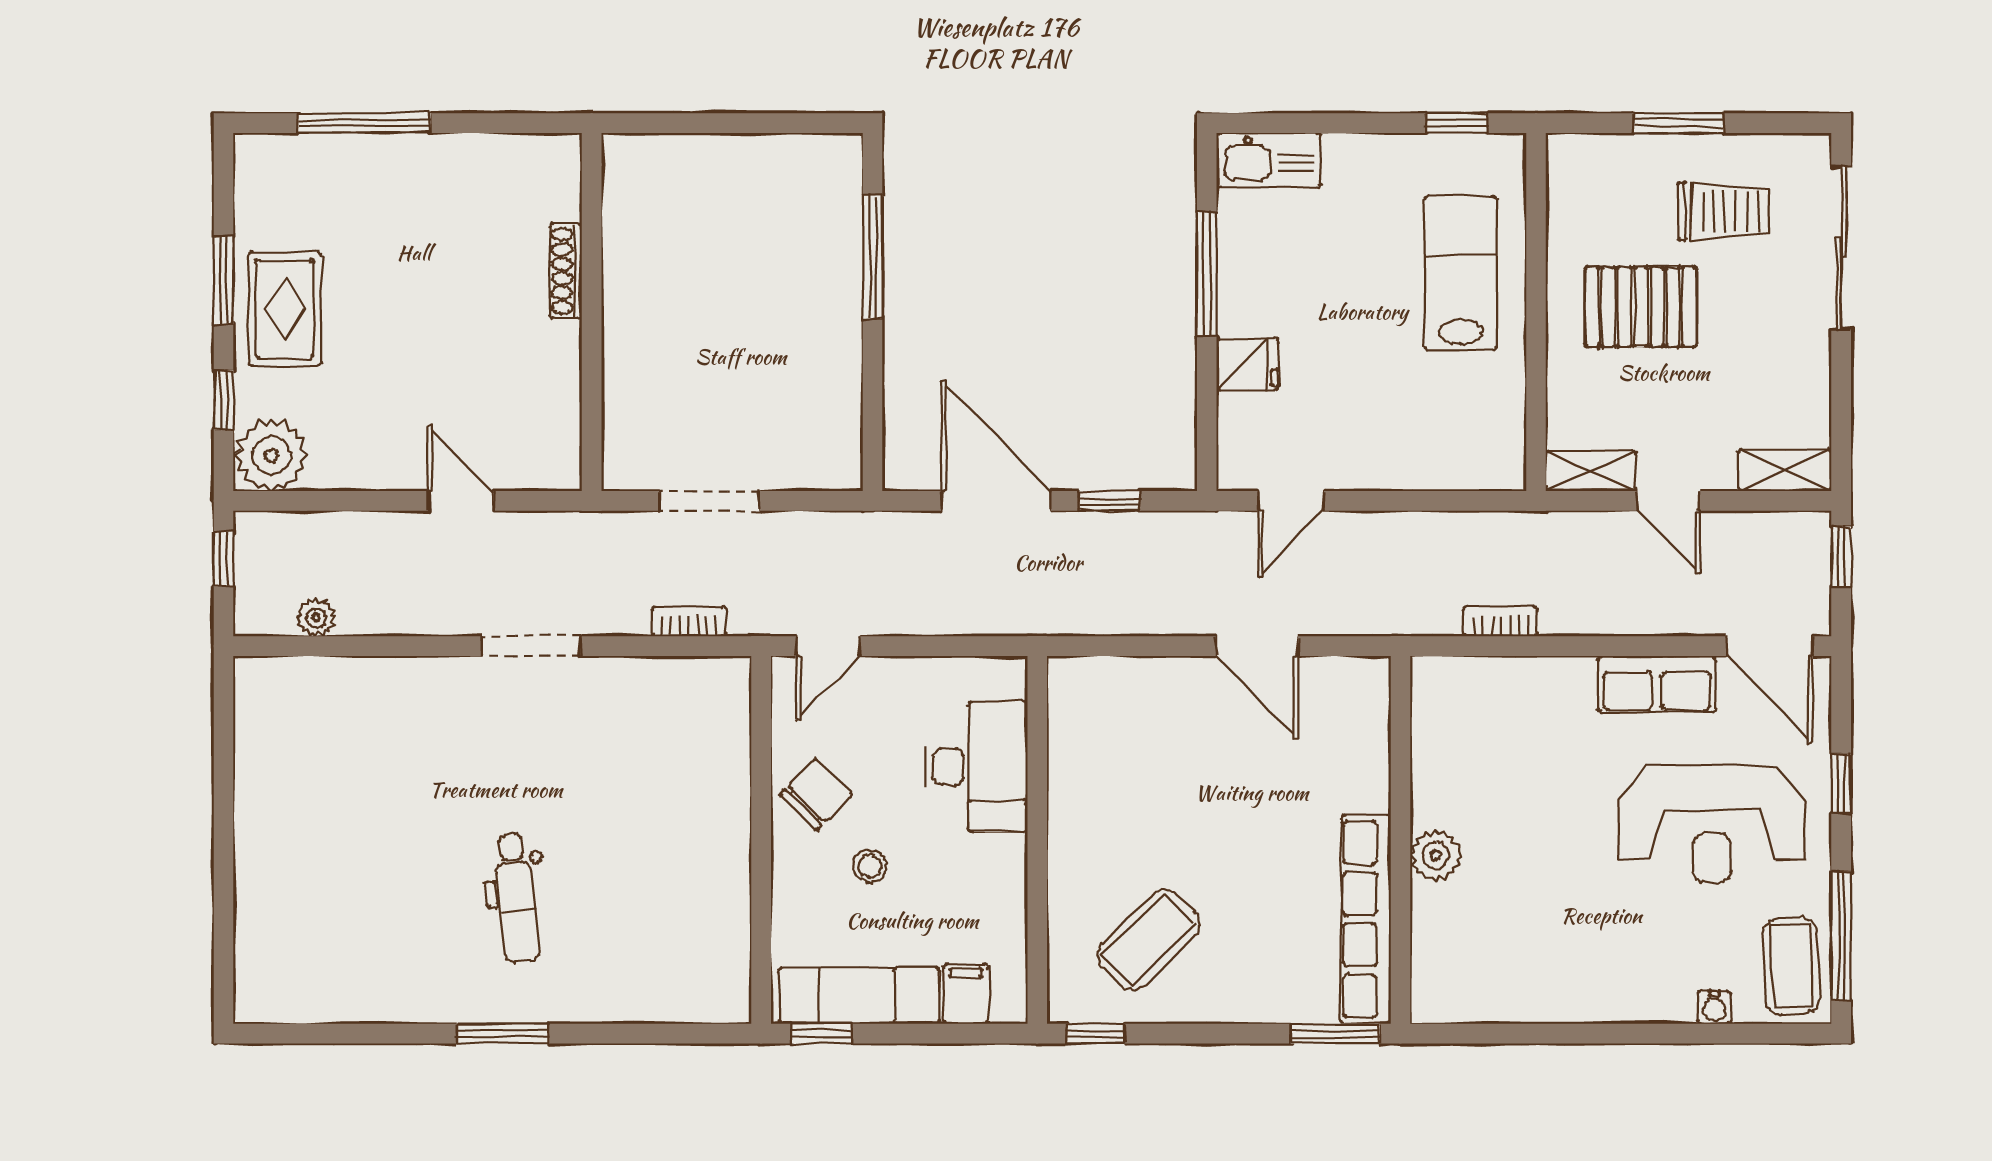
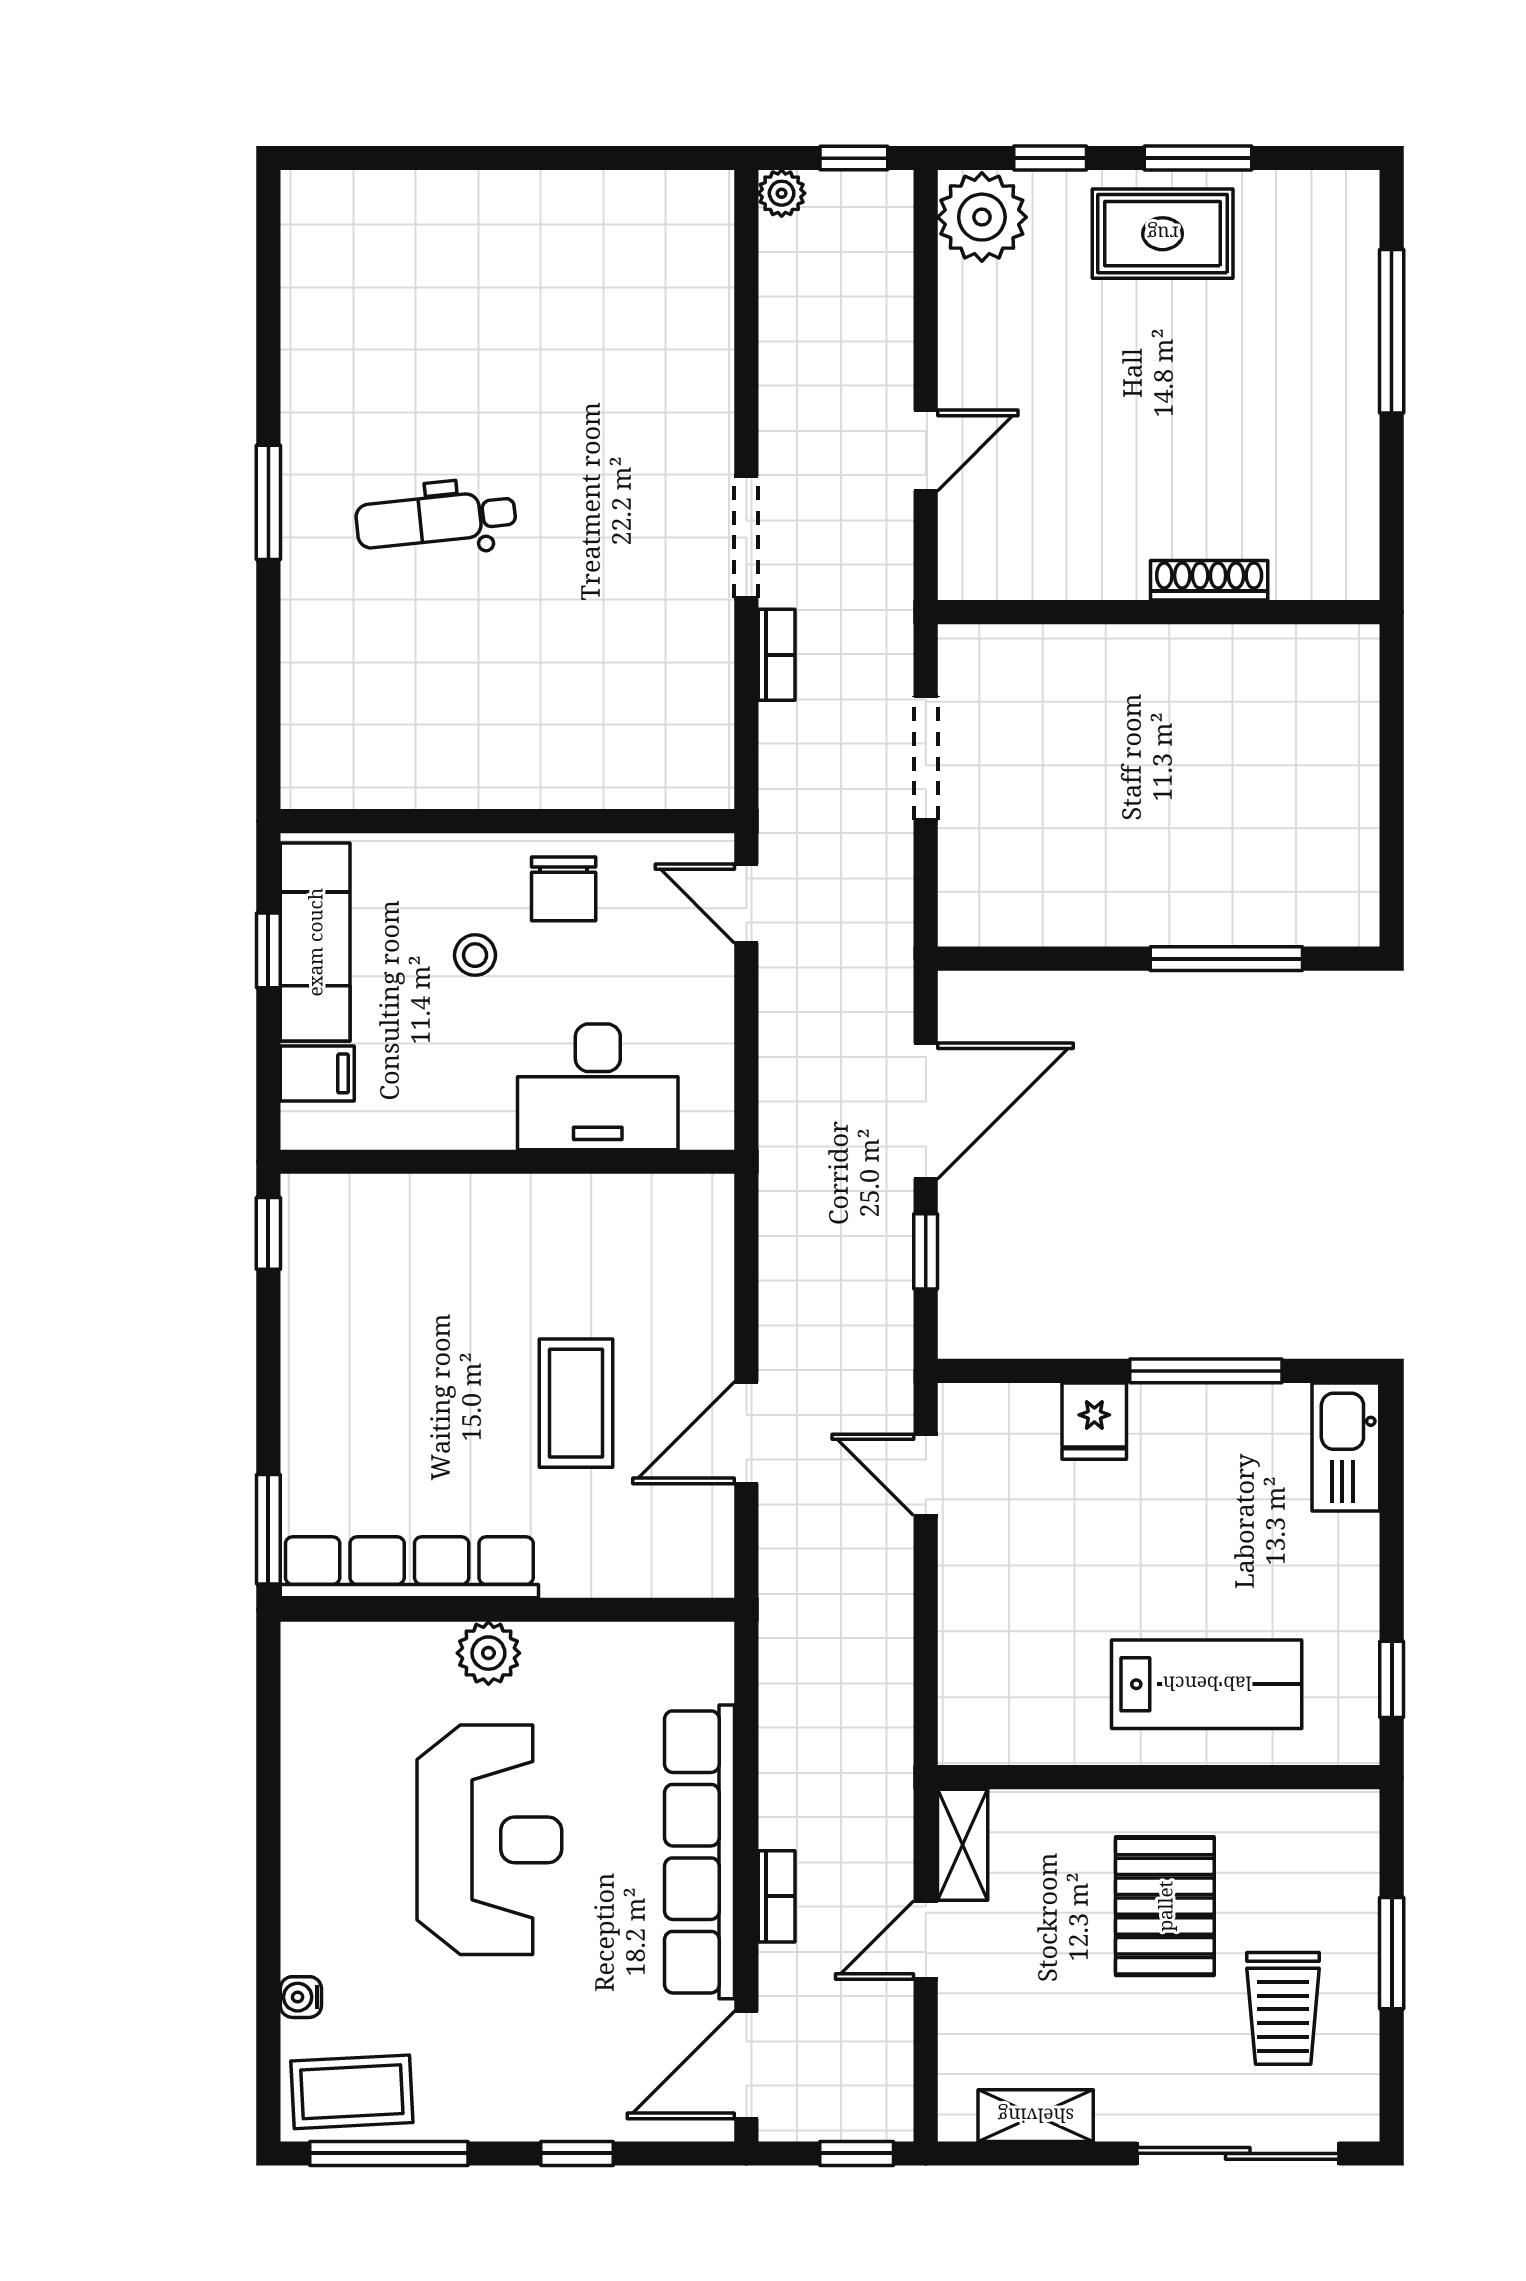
shelving: (1785, 470) -> (1036, 2116), moved, turned 90
plant: (316, 618) -> (782, 193), moved
bookcase: (689, 622) -> (777, 655), moved
bookcase: (1501, 622) -> (777, 1896), moved
row of seats: (1657, 684) -> (700, 1852), width x2.02
chair: (816, 794) -> (564, 889), turned 46
reception desk: (1712, 824) -> (489, 1840), moved, turned 180
coffee table: (1148, 940) -> (576, 1403), moved, turned 45
window: (822, 1034) -> (268, 950), moved

